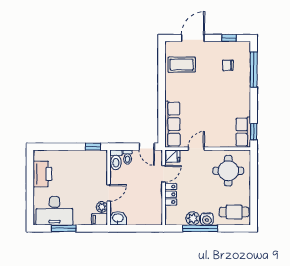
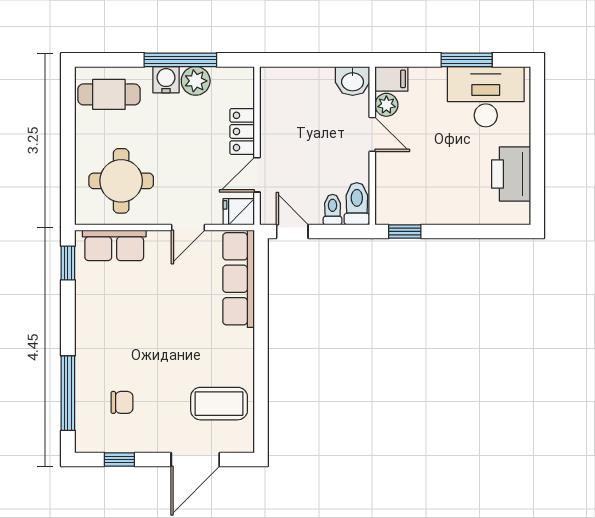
row of seats: (243, 132) -> (114, 245), moved, turned 90
door: (109, 193) -> (372, 134), swing flipped

